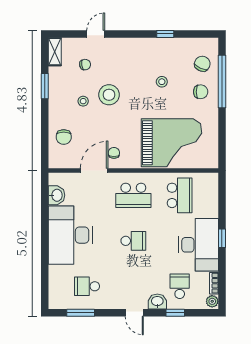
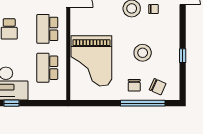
stool: (162, 82) -> (143, 53), width x1.89, depth x1.89
chair: (114, 153) -> (154, 9), moved
school desk: (180, 195) -> (47, 68), turned 90

